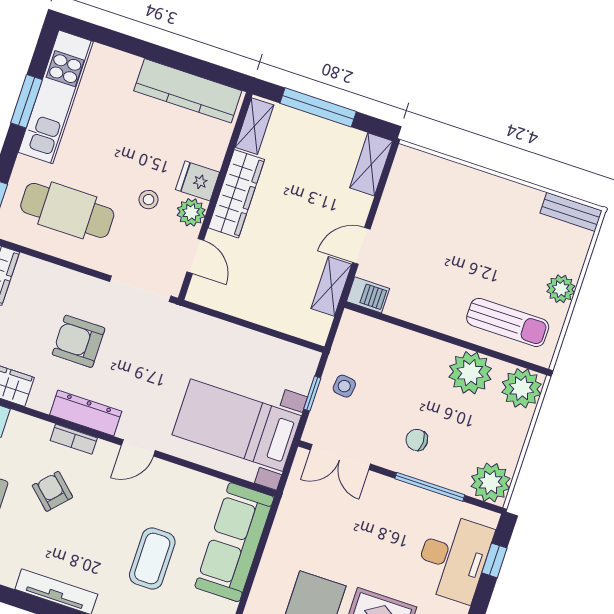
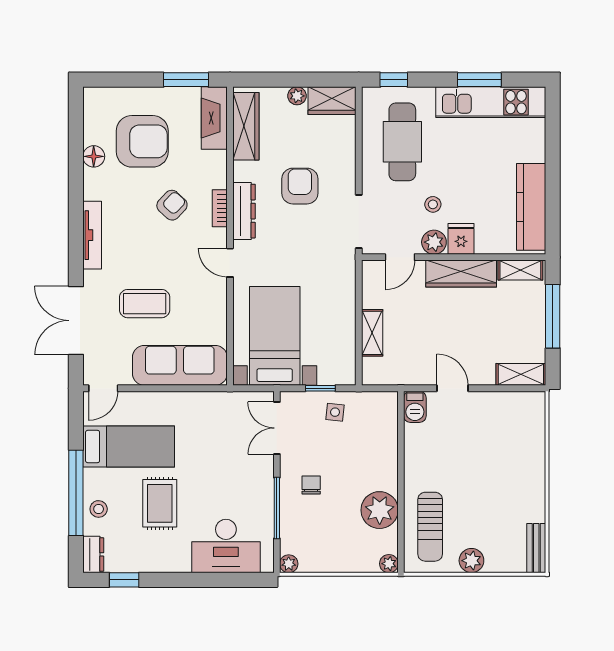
shelving: (331, 286) -> (372, 333), moved, turned 90
plant: (522, 388) -> (389, 564), width x0.53, depth x0.53
plant: (491, 482) -> (289, 564), width x0.53, depth x0.53
window: (494, 560) -> (235, 580), removed

